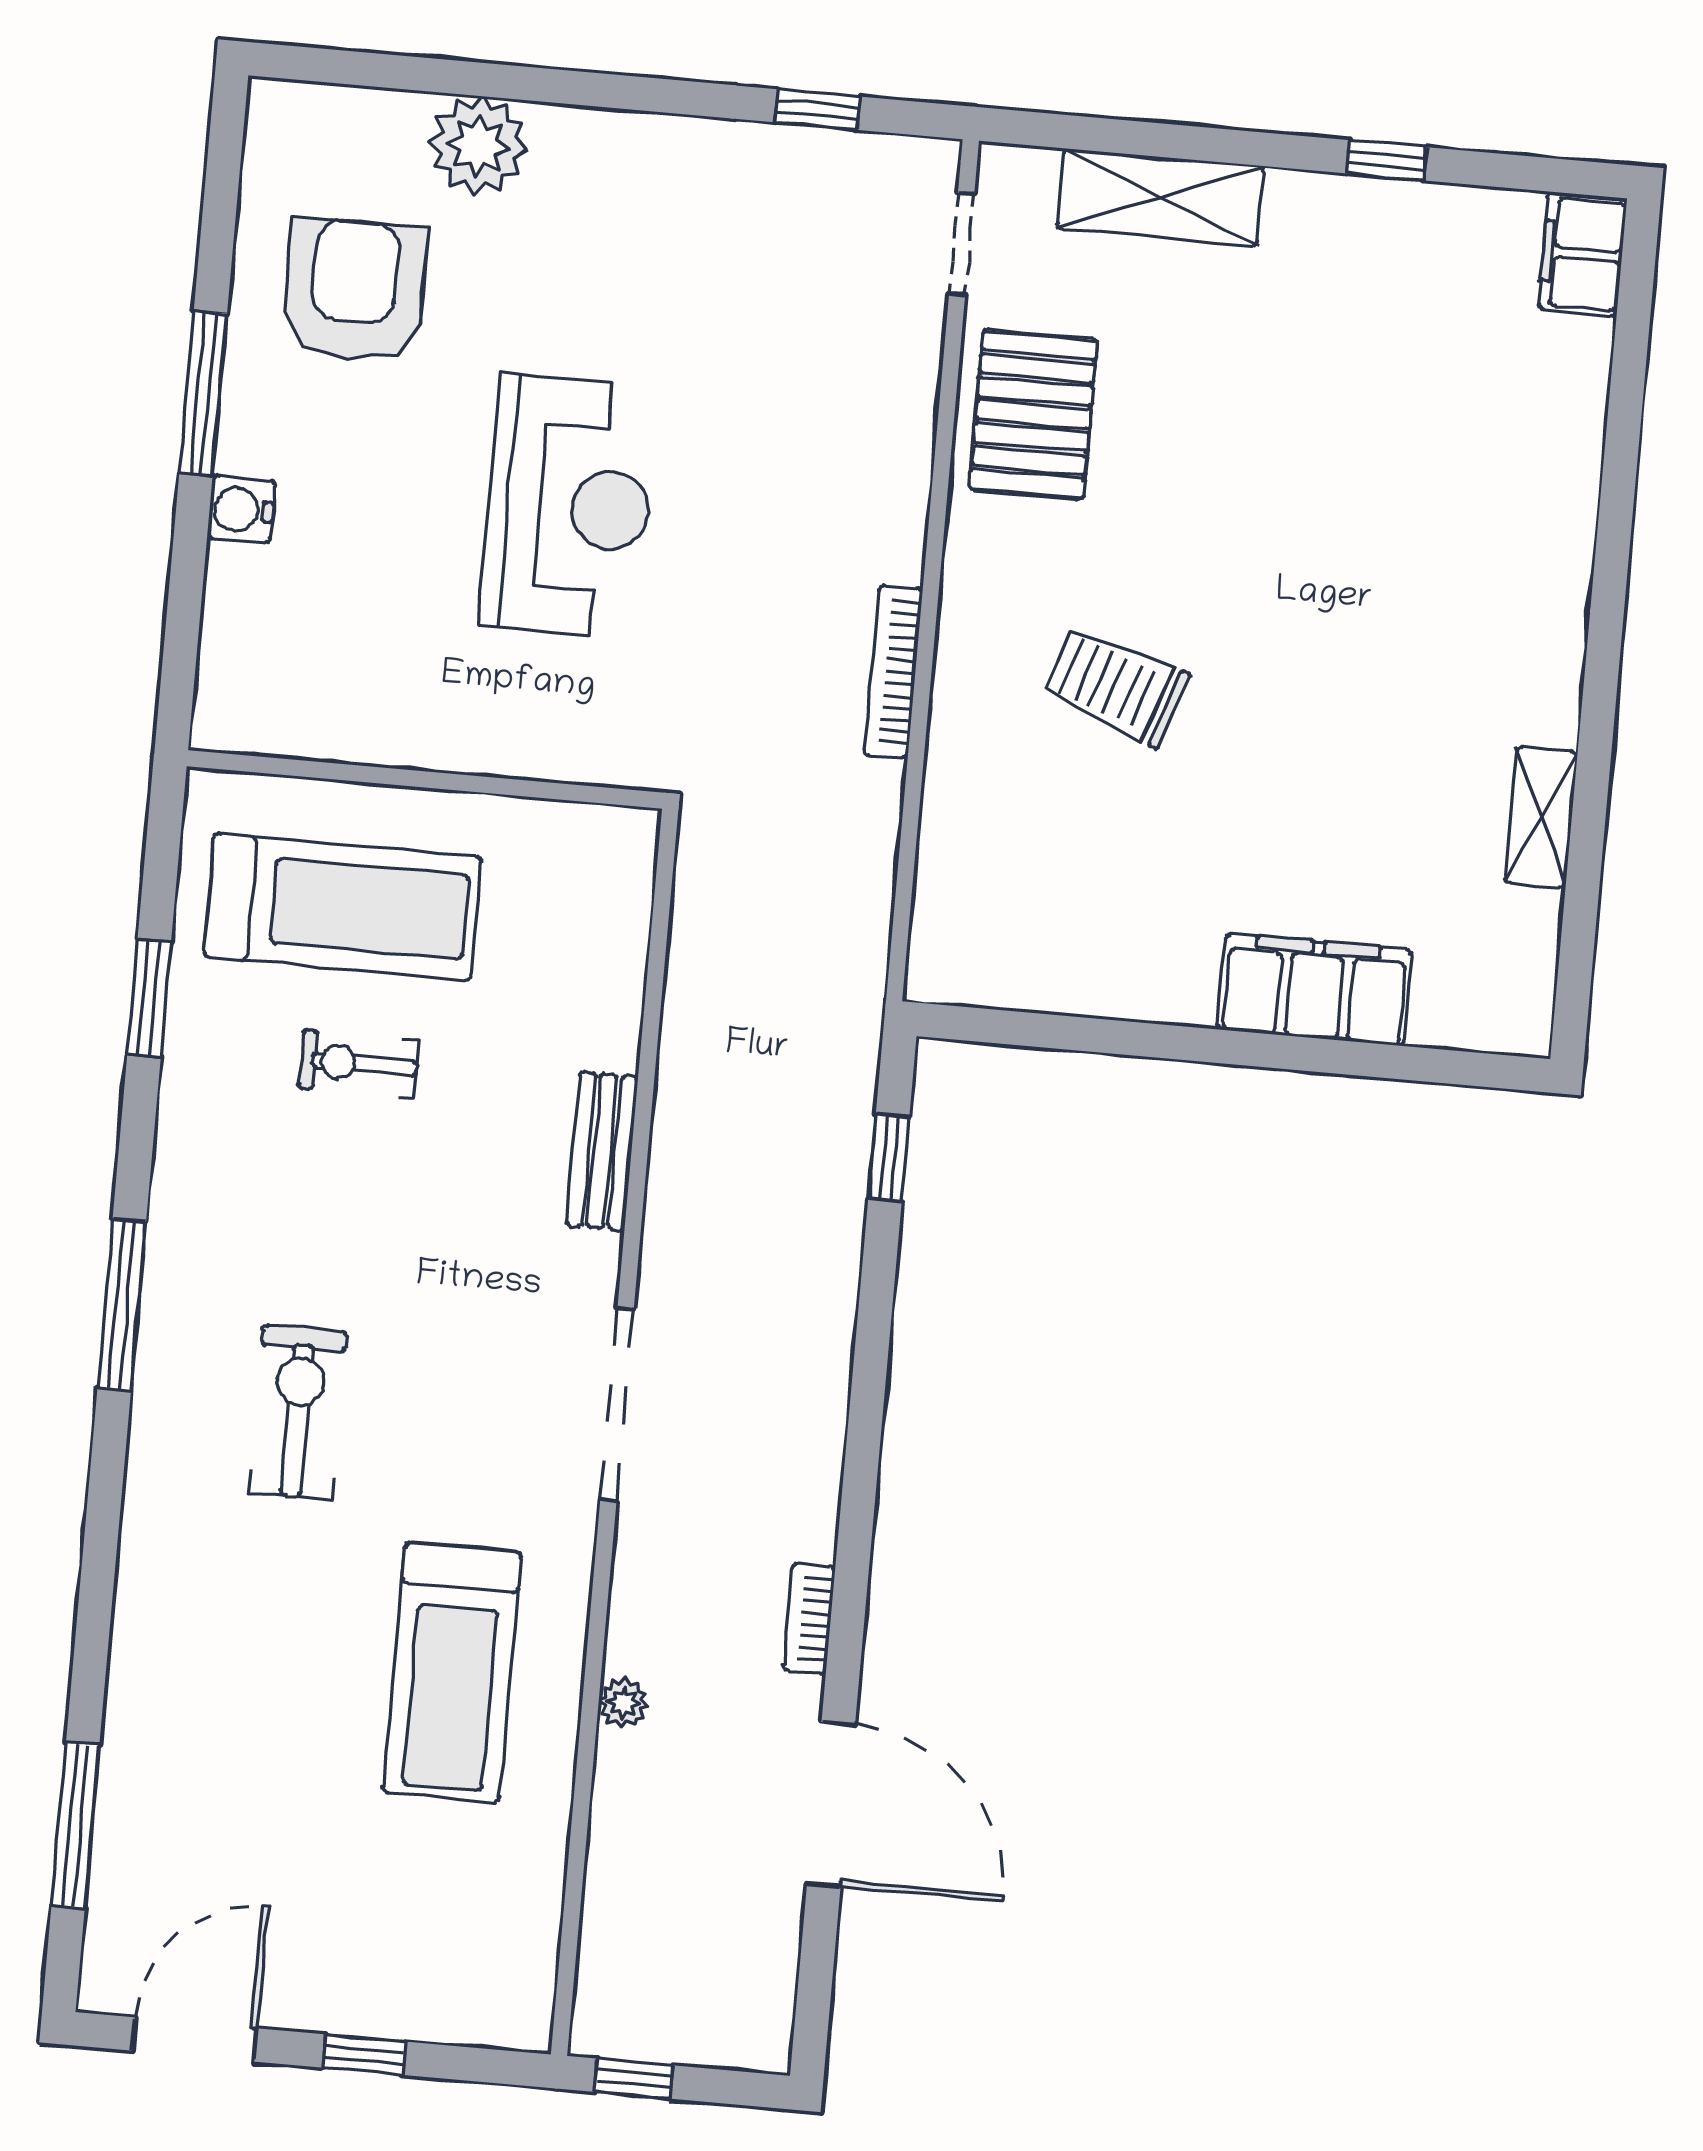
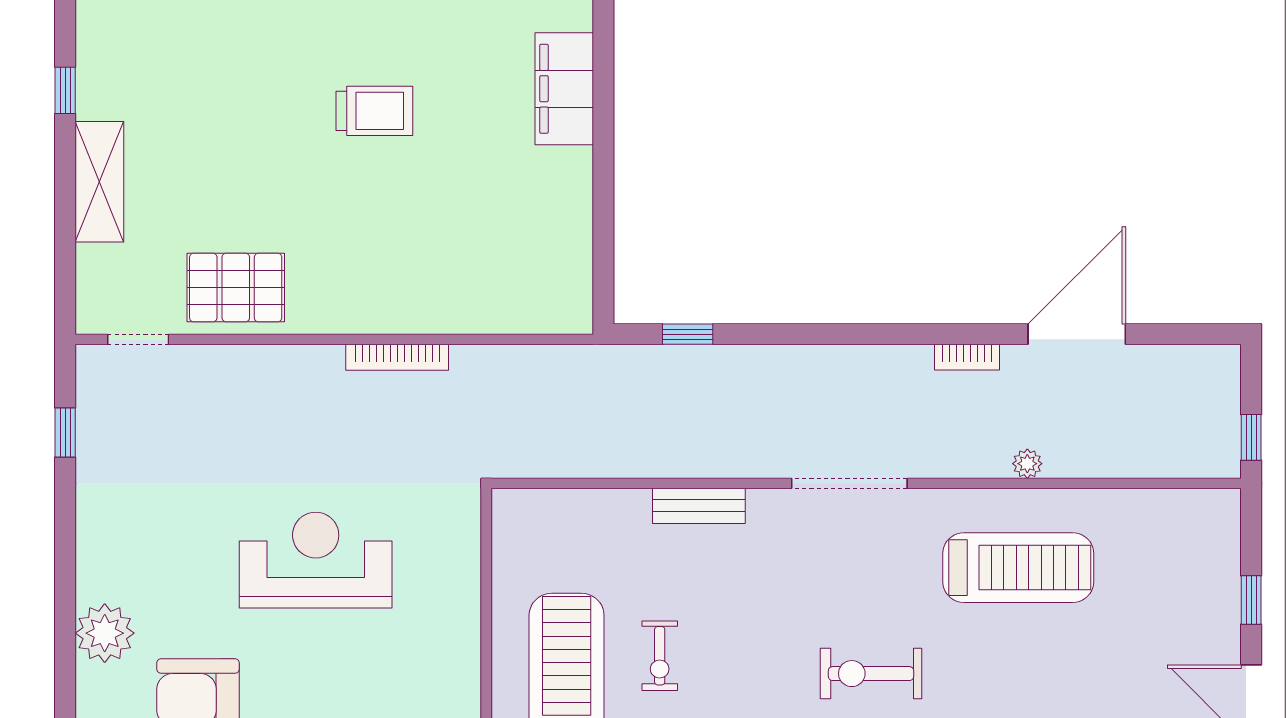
shelving: (1160, 197) -> (99, 182), moved
trolley: (1116, 686) -> (374, 111), moved, turned -109

